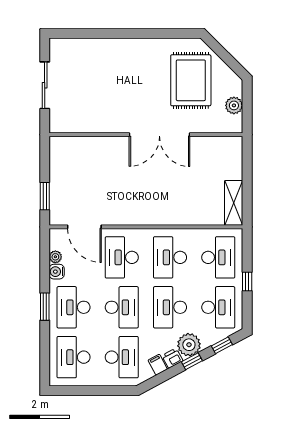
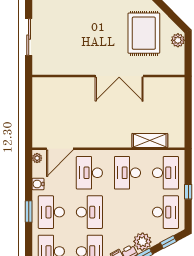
plant: (234, 105) -> (178, 40), moved
window: (45, 196) -> (29, 124), removed
shelving: (234, 203) -> (150, 140), moved, turned 90
door: (84, 227) -> (60, 149), hinge flipped
plant: (55, 257) -> (37, 158), moved
desk: (170, 307) -> (127, 212), removed

